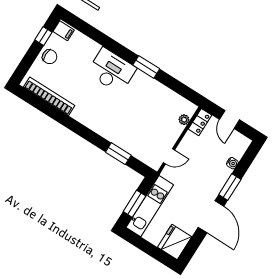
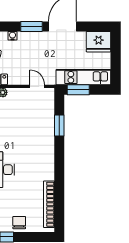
window: (134, 204) -> (78, 90), moved

